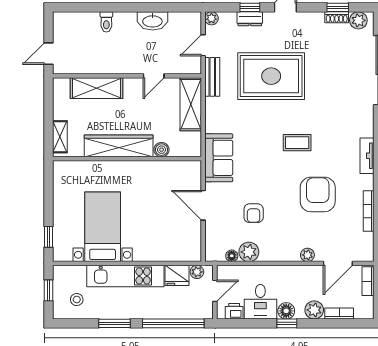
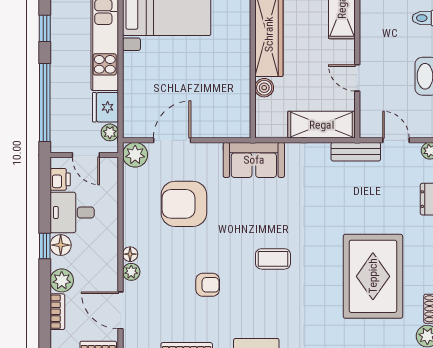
rug: (271, 76) -> (373, 276), moved
coffee table: (297, 143) -> (273, 259), turned 90
armchair: (318, 194) -> (208, 285), width x0.53, depth x0.53
door: (203, 205) -> (172, 140), moved
armchair: (254, 213) -> (184, 204), width x1.88, depth x1.88
plant: (249, 252) -> (135, 155), moved
floor lamp: (232, 256) -> (130, 254), moved
window: (114, 323) -> (45, 28), width x0.67

